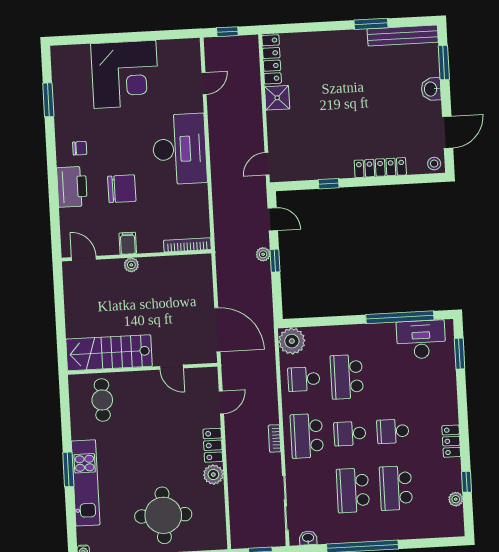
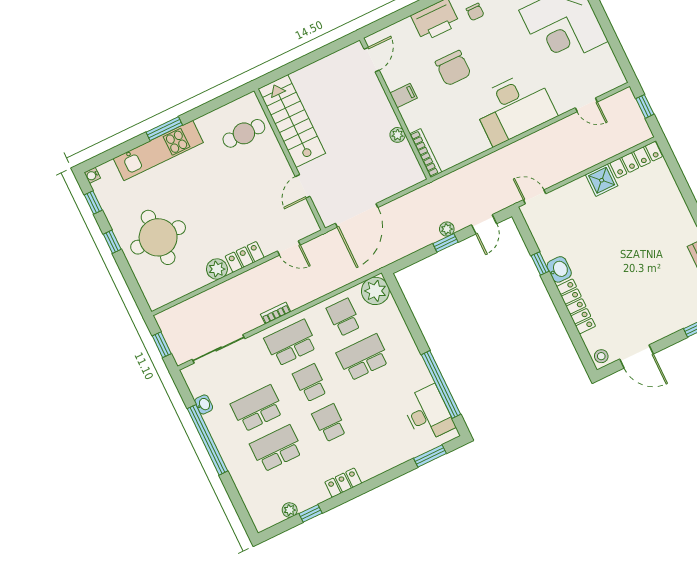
washbasin: (431, 89) -> (559, 269), moved, turned 90
plant: (131, 265) -> (398, 135), moved
washbasin: (308, 538) -> (204, 404), moved

